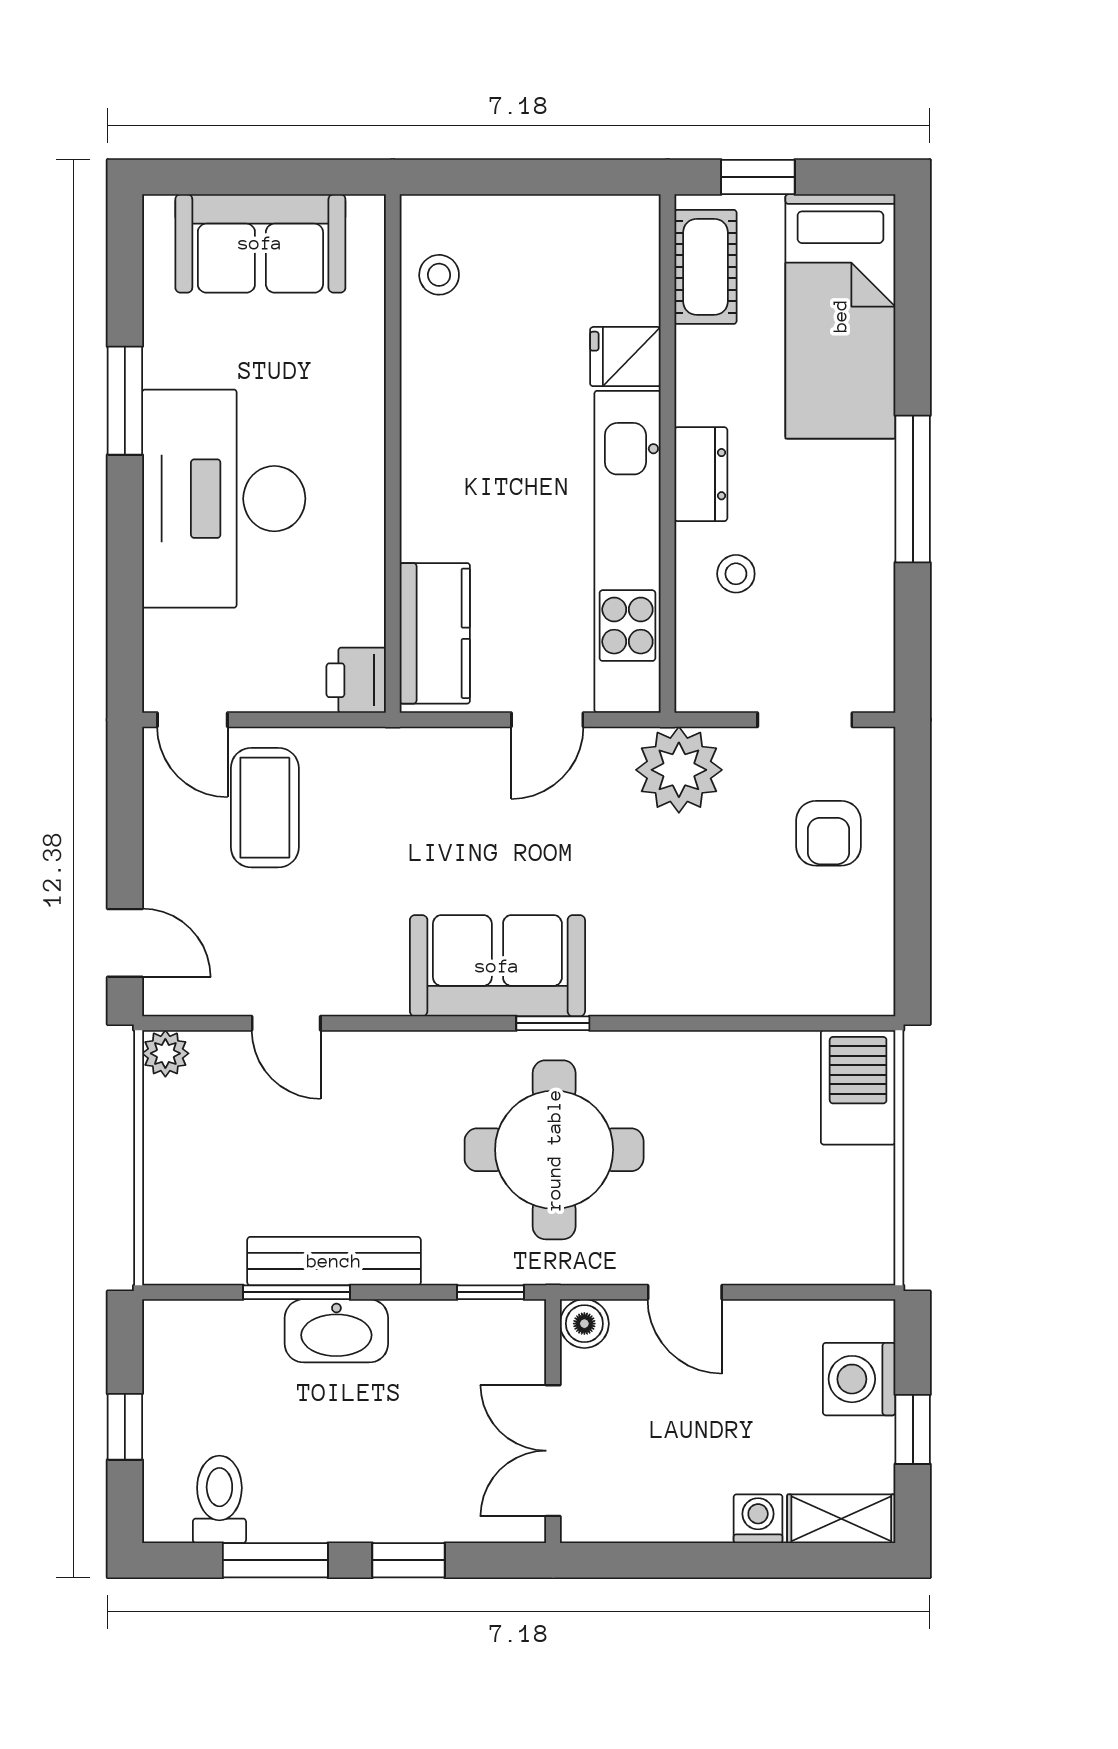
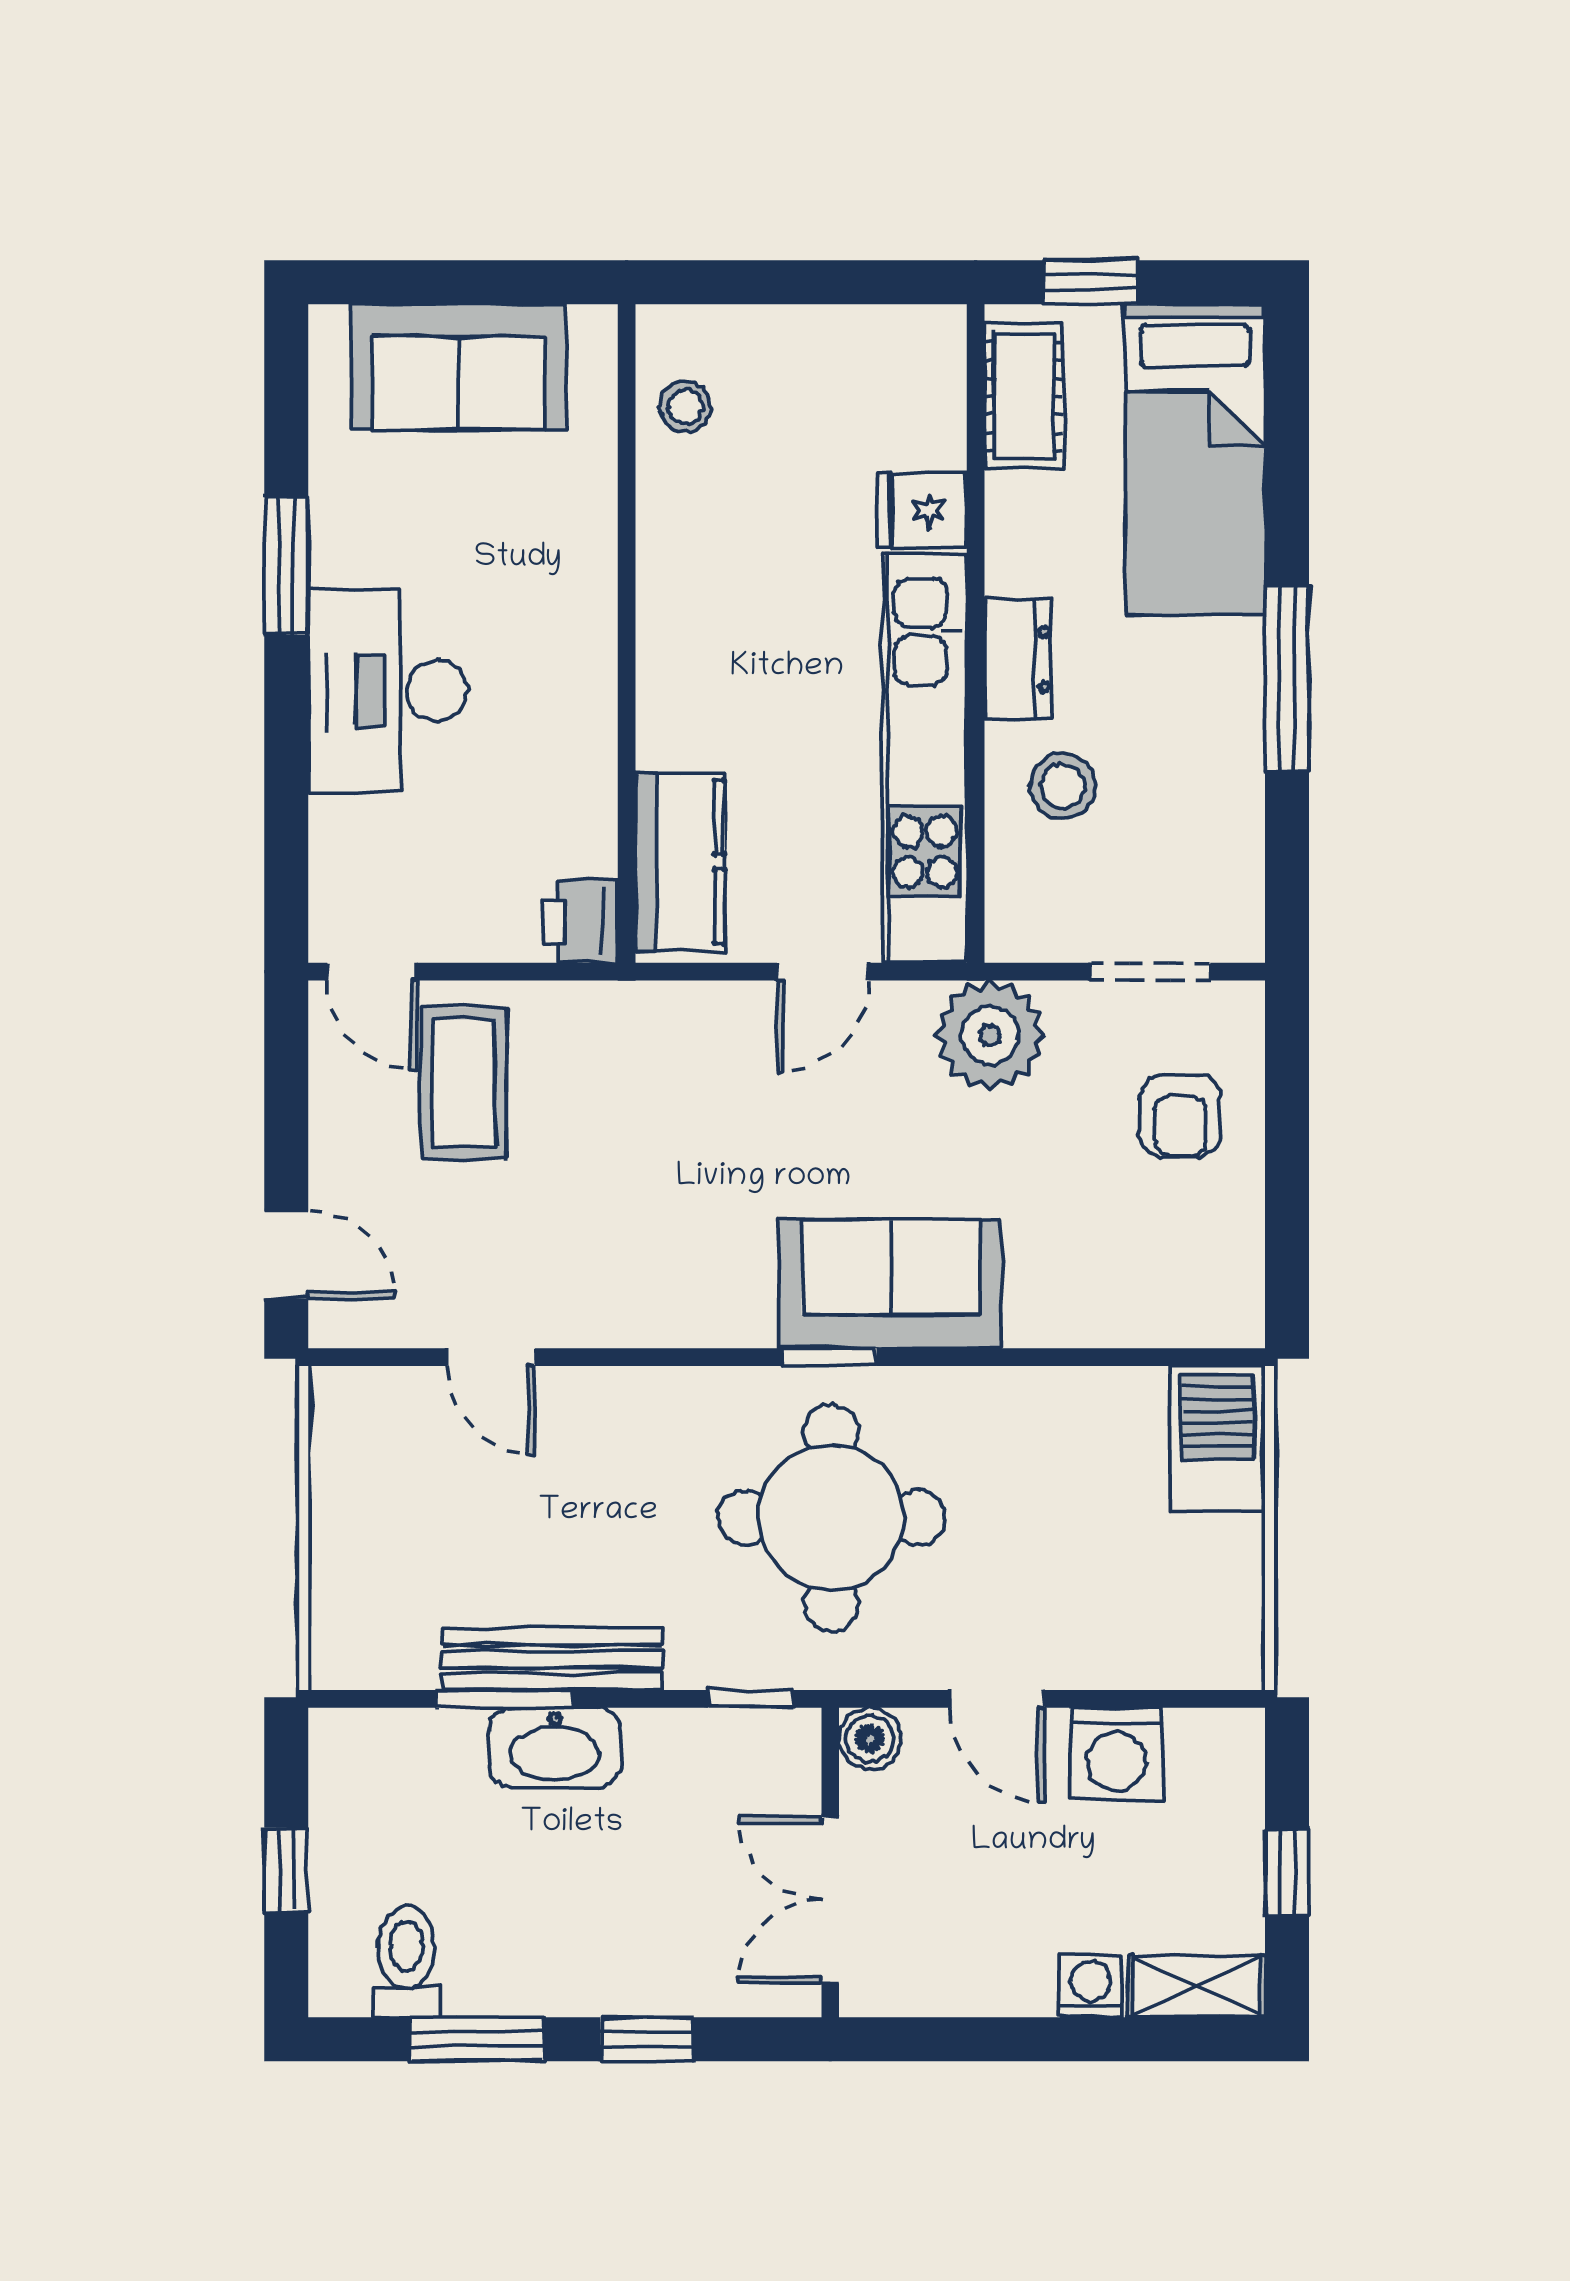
desk: (224, 499) -> (388, 691), width x0.73, depth x0.77
stool: (736, 574) -> (1063, 786), width x1.37, depth x1.37
sofa: (497, 966) -> (891, 1284), moved
plant: (165, 1053) -> (338, 1395), removed
washing machine: (859, 1379) -> (1117, 1754), moved, turned -90

